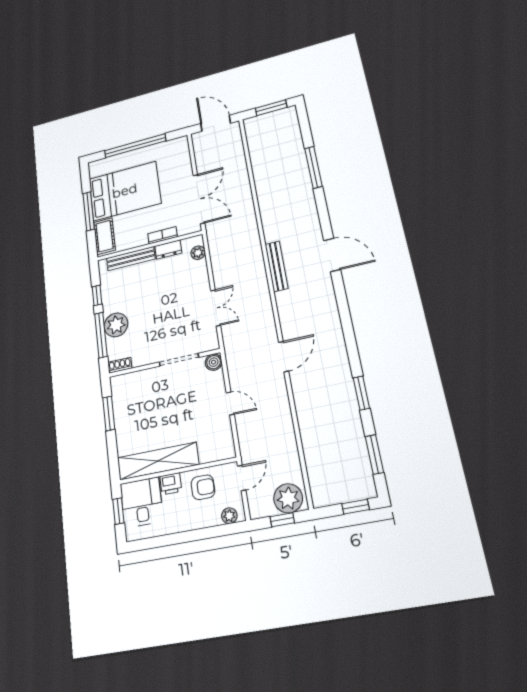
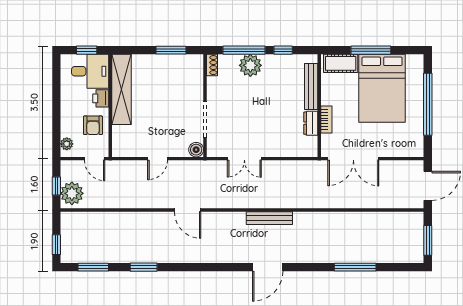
plant: (198, 253) -> (300, 150), removed

